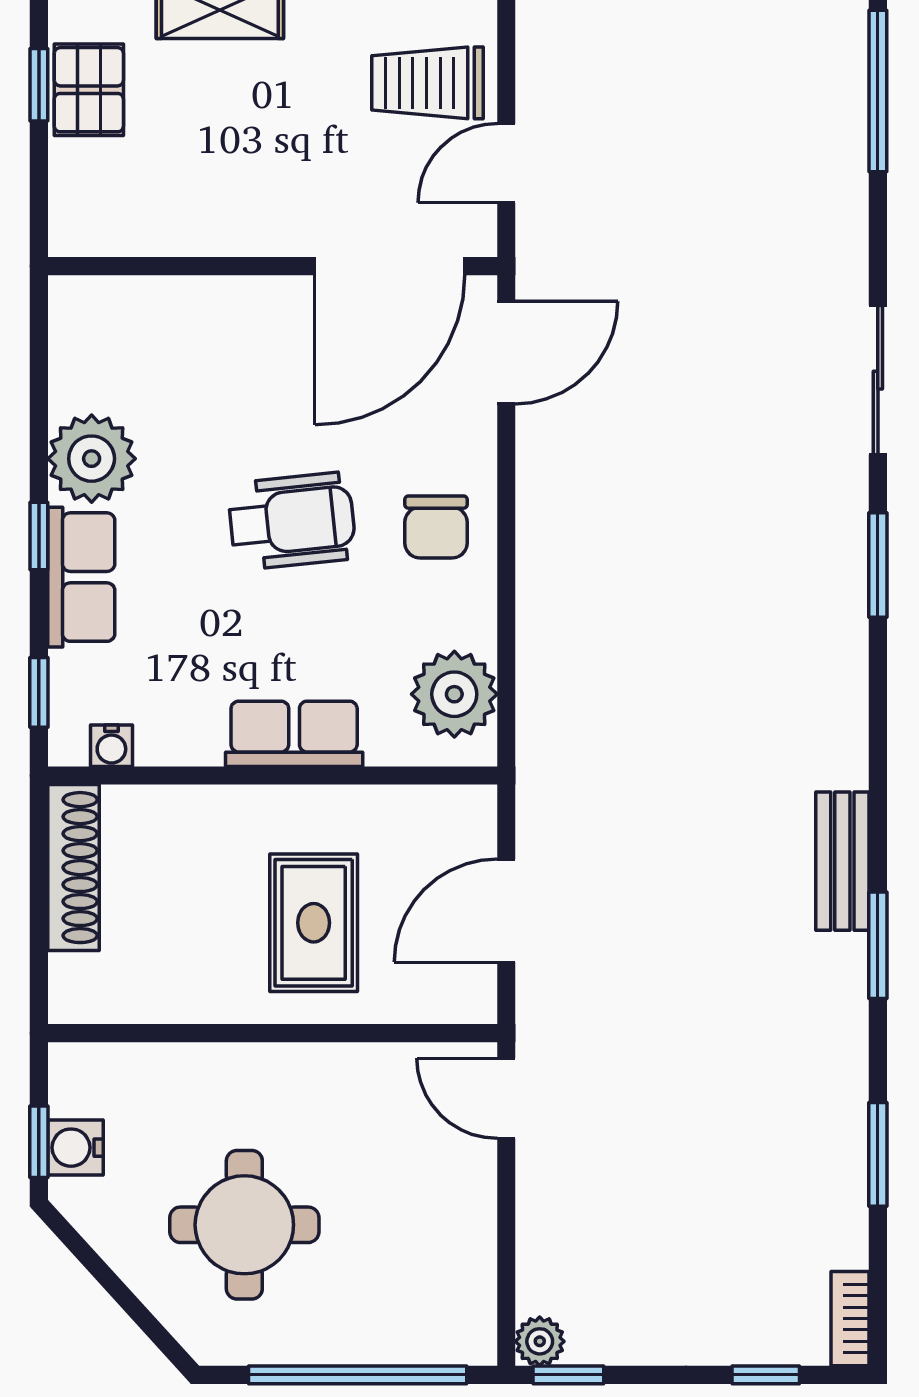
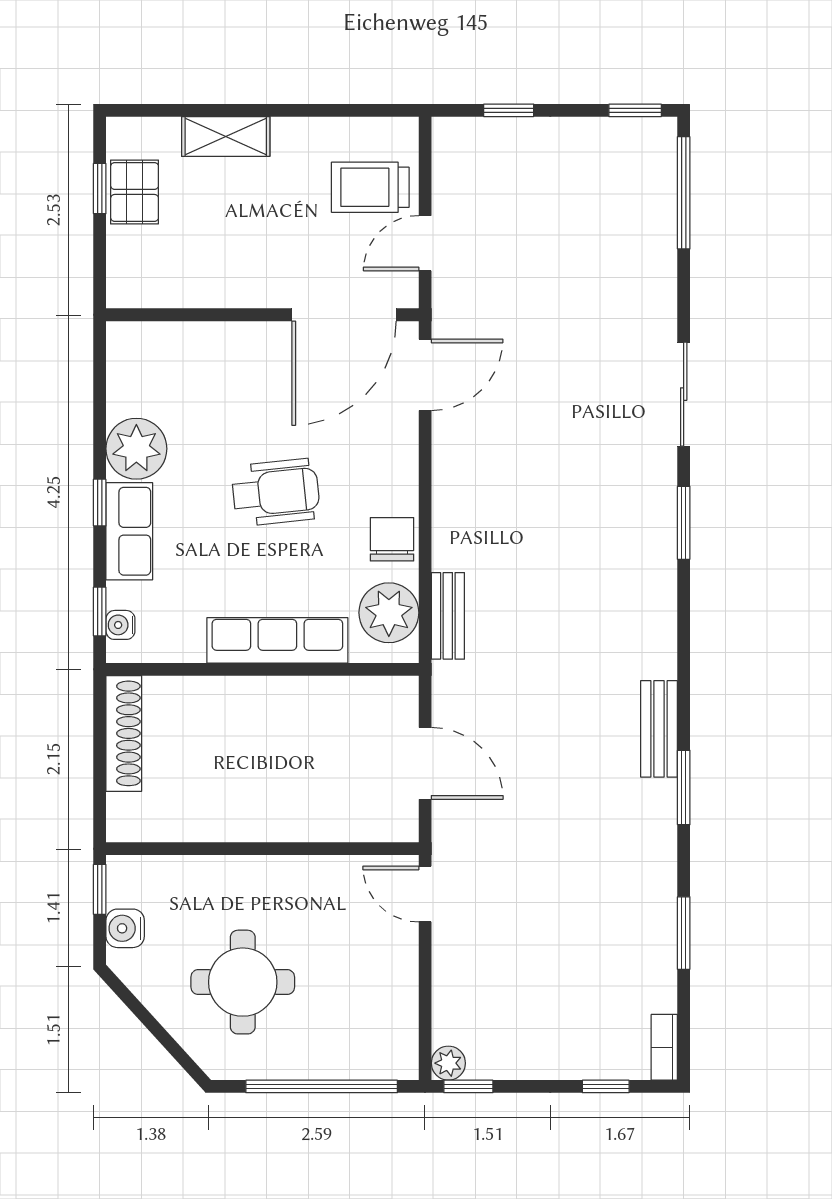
chair: (436, 527) -> (392, 539), moved, turned 180
bench: (539, 699) -> (448, 616), added
row of seats: (294, 734) -> (277, 640), width x1.48
water cooler: (111, 746) -> (120, 625), moved, turned 90
door: (506, 911) -> (425, 763), swing flipped
rug: (314, 923) -> (291, 772), removed
window: (39, 1142) -> (100, 889), moved

